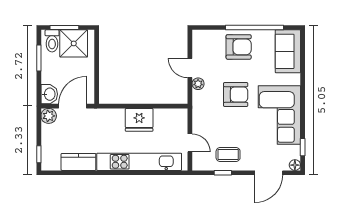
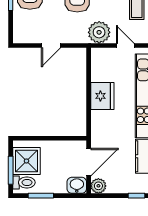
plant: (198, 84) -> (99, 32), moved, width x1.87, depth x1.87
door: (73, 106) -> (89, 162), swing flipped
door: (190, 143) -> (125, 46), hinge flipped

